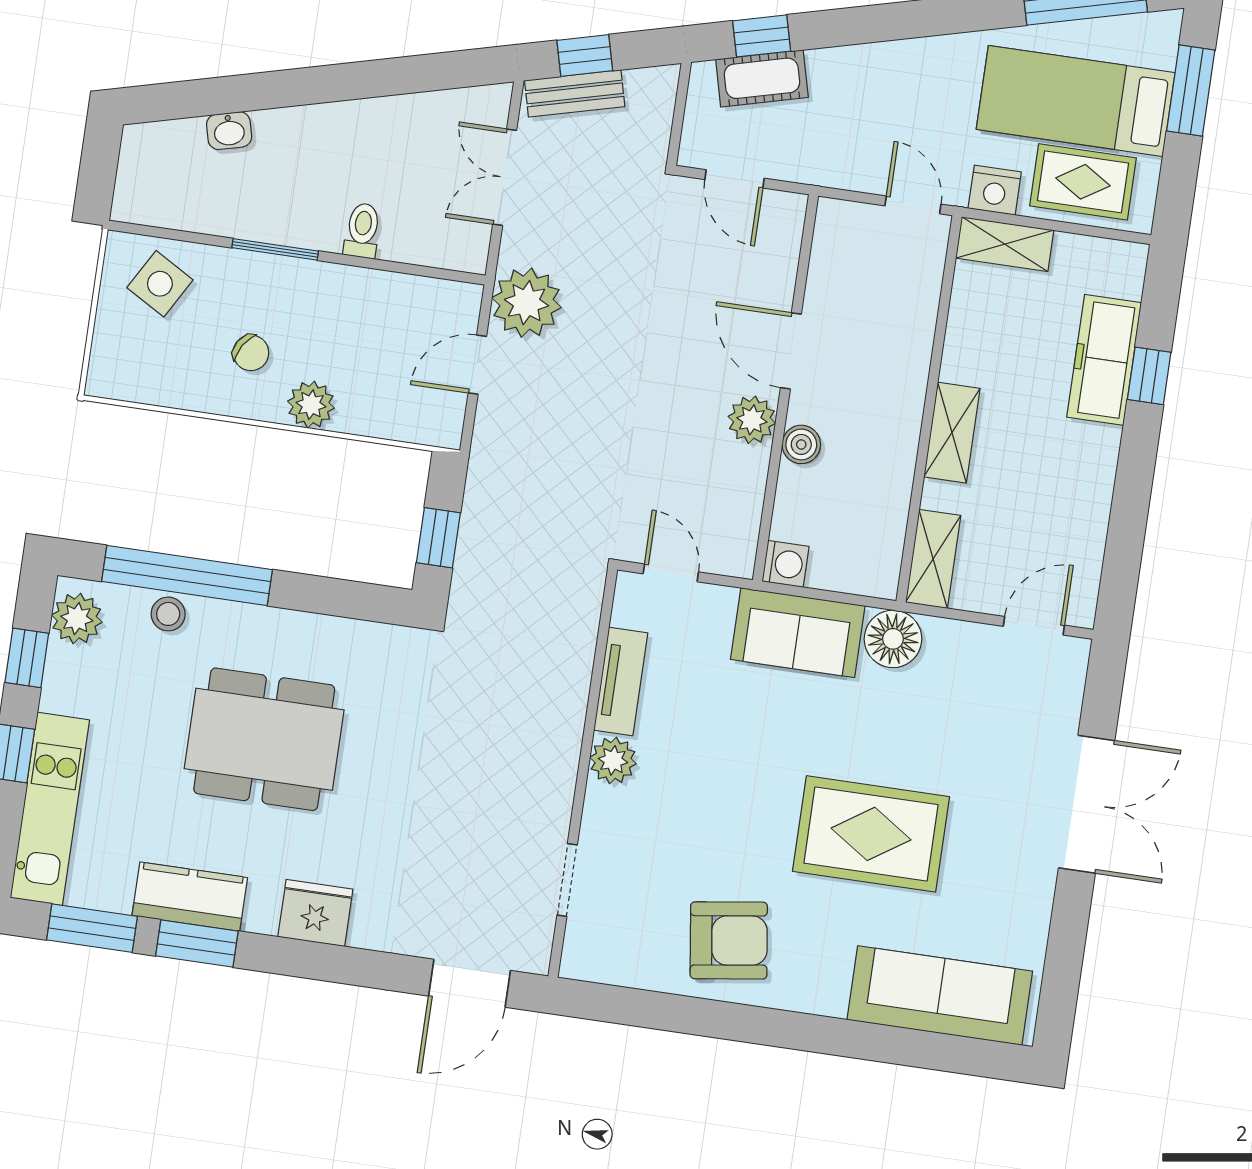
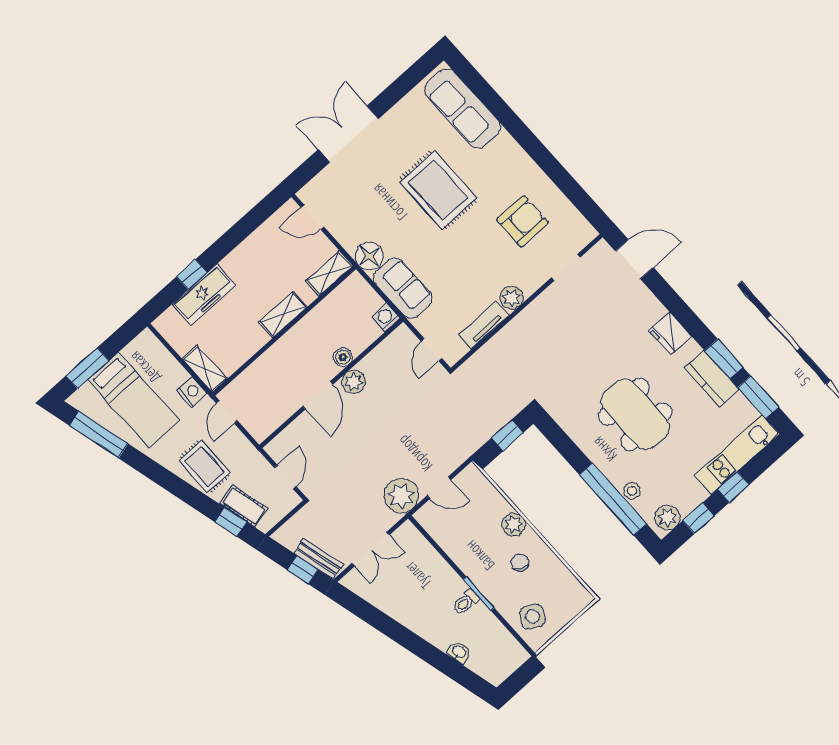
rug: (1083, 182) -> (205, 466), moved
toilet: (362, 231) -> (466, 602), moved
armchair: (729, 940) -> (522, 221), moved, turned 98

